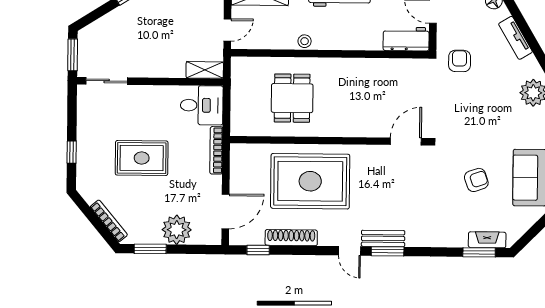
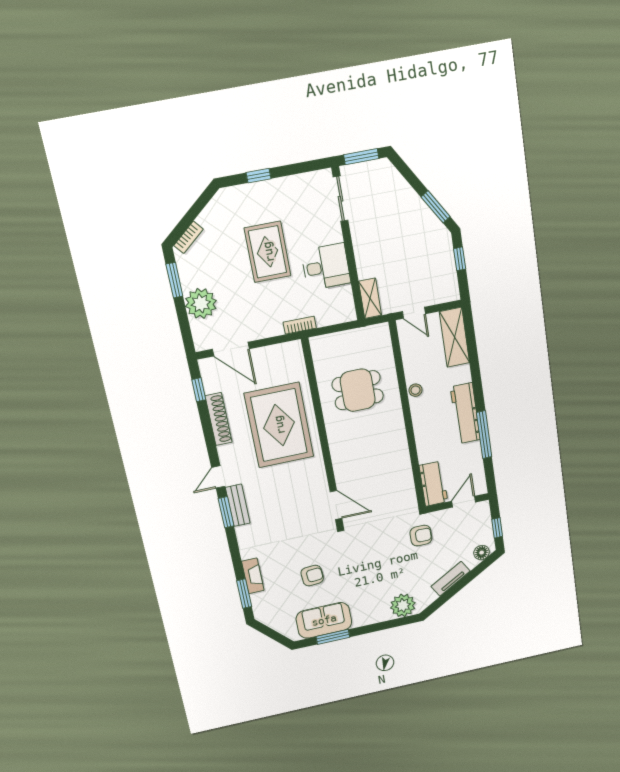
desk: (202, 105) -> (326, 267), moved, turned -90
bookcase: (216, 150) -> (300, 325), width x0.64
armchair: (476, 180) -> (312, 576), turned -75
bookcase: (109, 221) -> (188, 237), width x0.64
fireplace: (487, 240) -> (253, 576), moved

